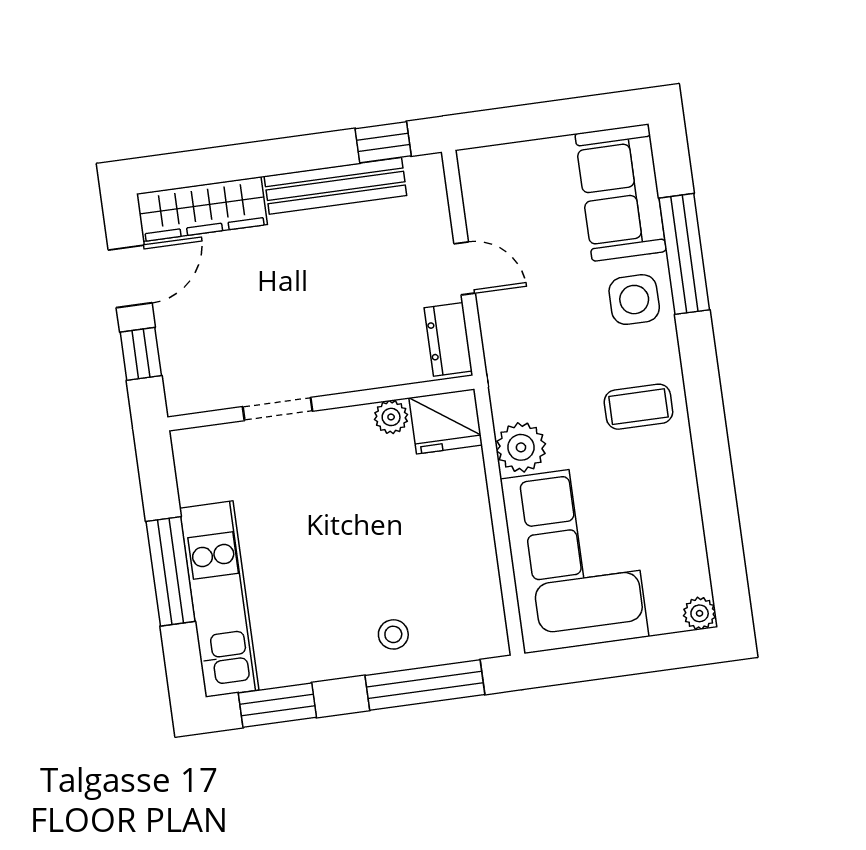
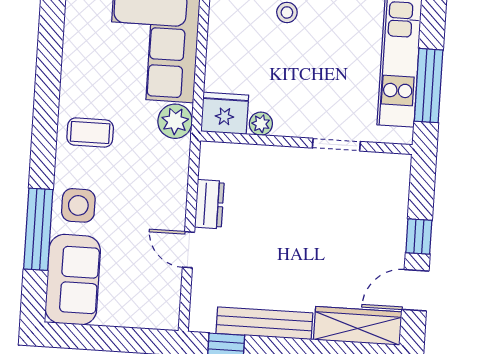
wall: (321, 403) -> (306, 143), moved
doorway: (278, 409) -> (336, 145), moved
plant: (391, 417) -> (261, 124), moved
fridge: (446, 421) -> (225, 113), moved

